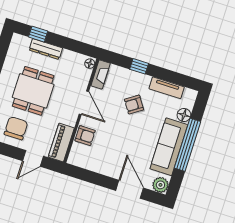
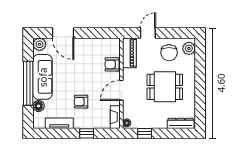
window: (38, 34) -> (145, 133), moved
dresser: (46, 49) -> (181, 123), moved
dining table: (33, 91) -> (165, 87), turned 90
door: (84, 103) -> (121, 90), hinge flipped
armchair: (134, 105) -> (81, 102), turned -146

